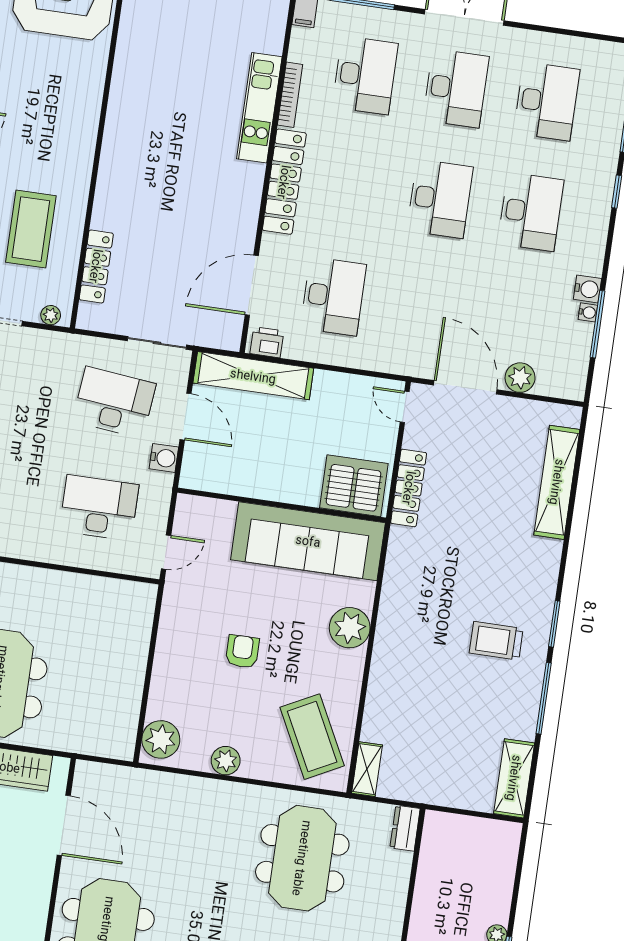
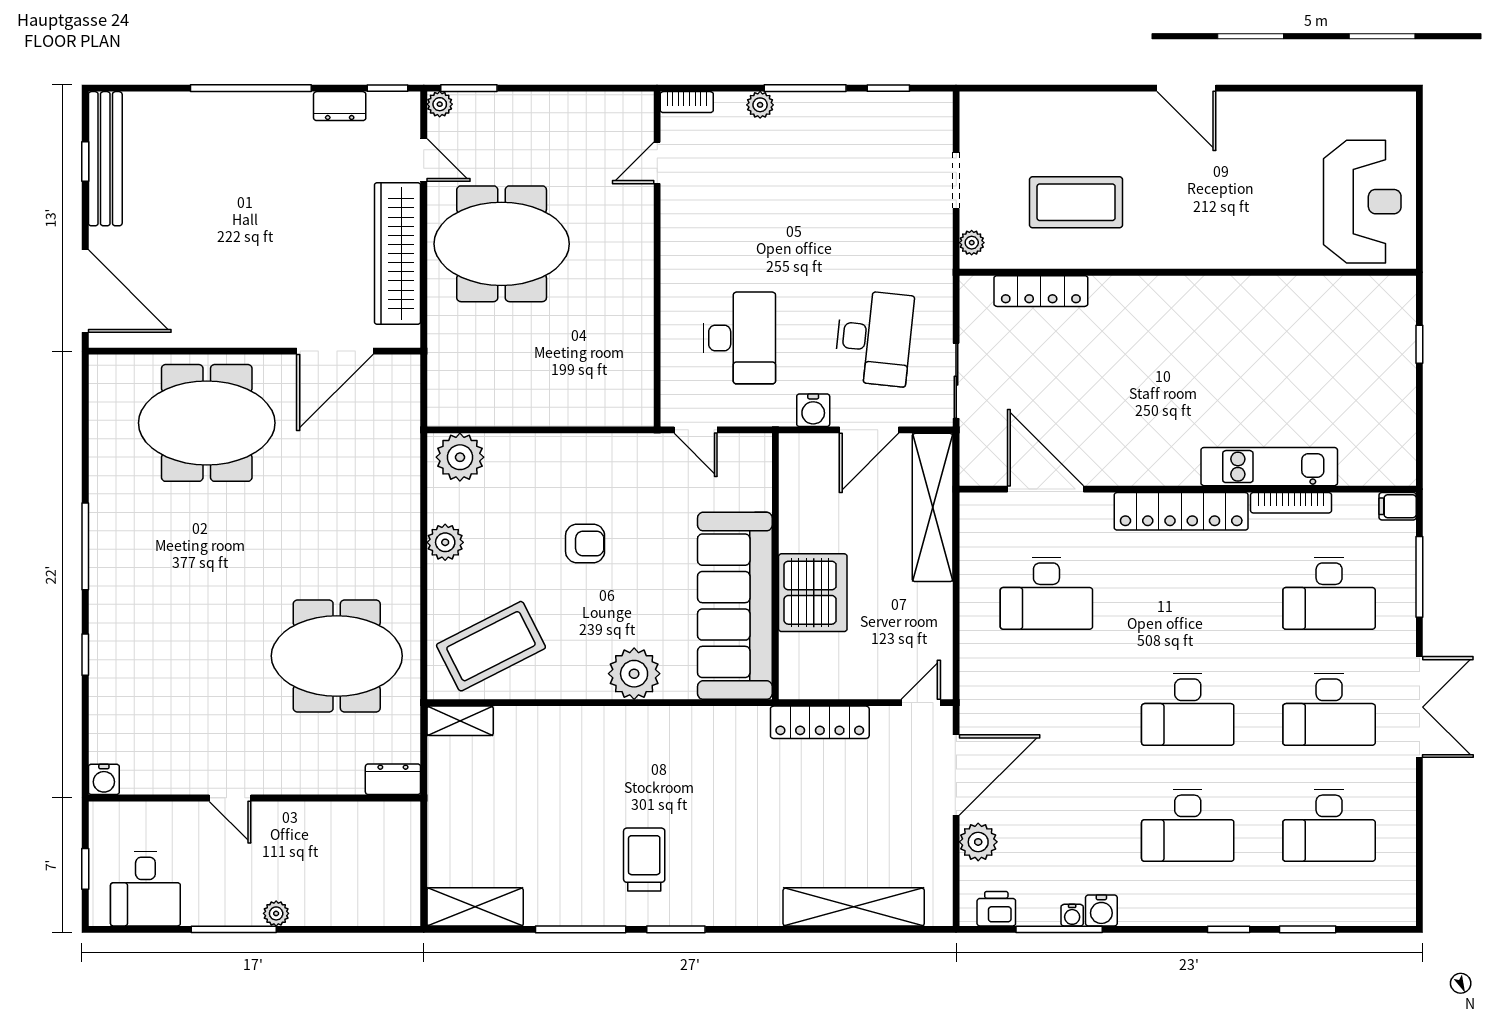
printer: (267, 342) -> (996, 909), moved, turned -90
server rack: (354, 486) -> (813, 593), moved

